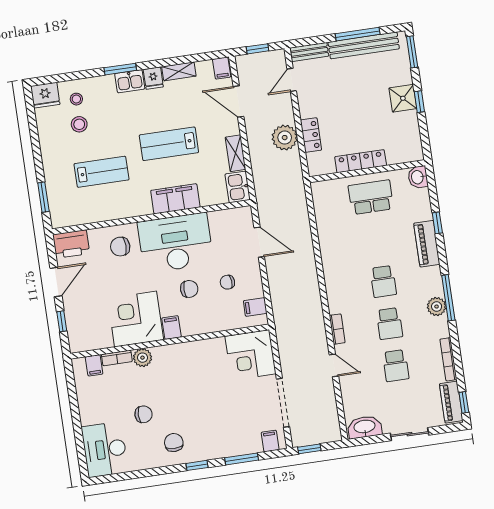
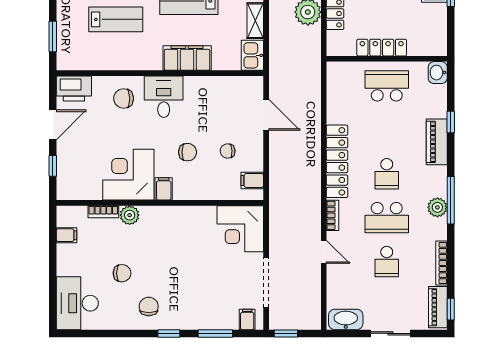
desk: (175, 243) -> (164, 97), width x0.53, depth x0.77
locker: (334, 277) -> (337, 161), added
school desk: (389, 324) -> (387, 218), width x1.85
filing cabinet: (94, 365) -> (66, 235), moved, turned -90

